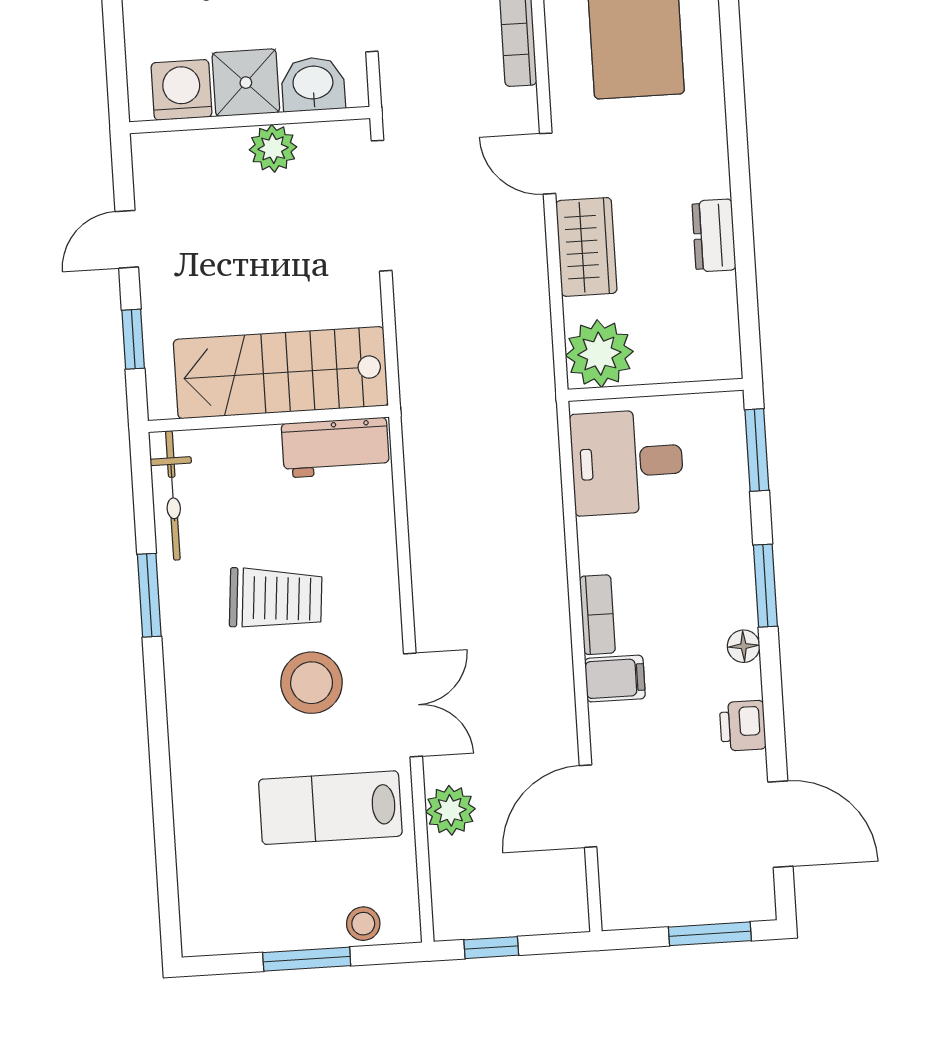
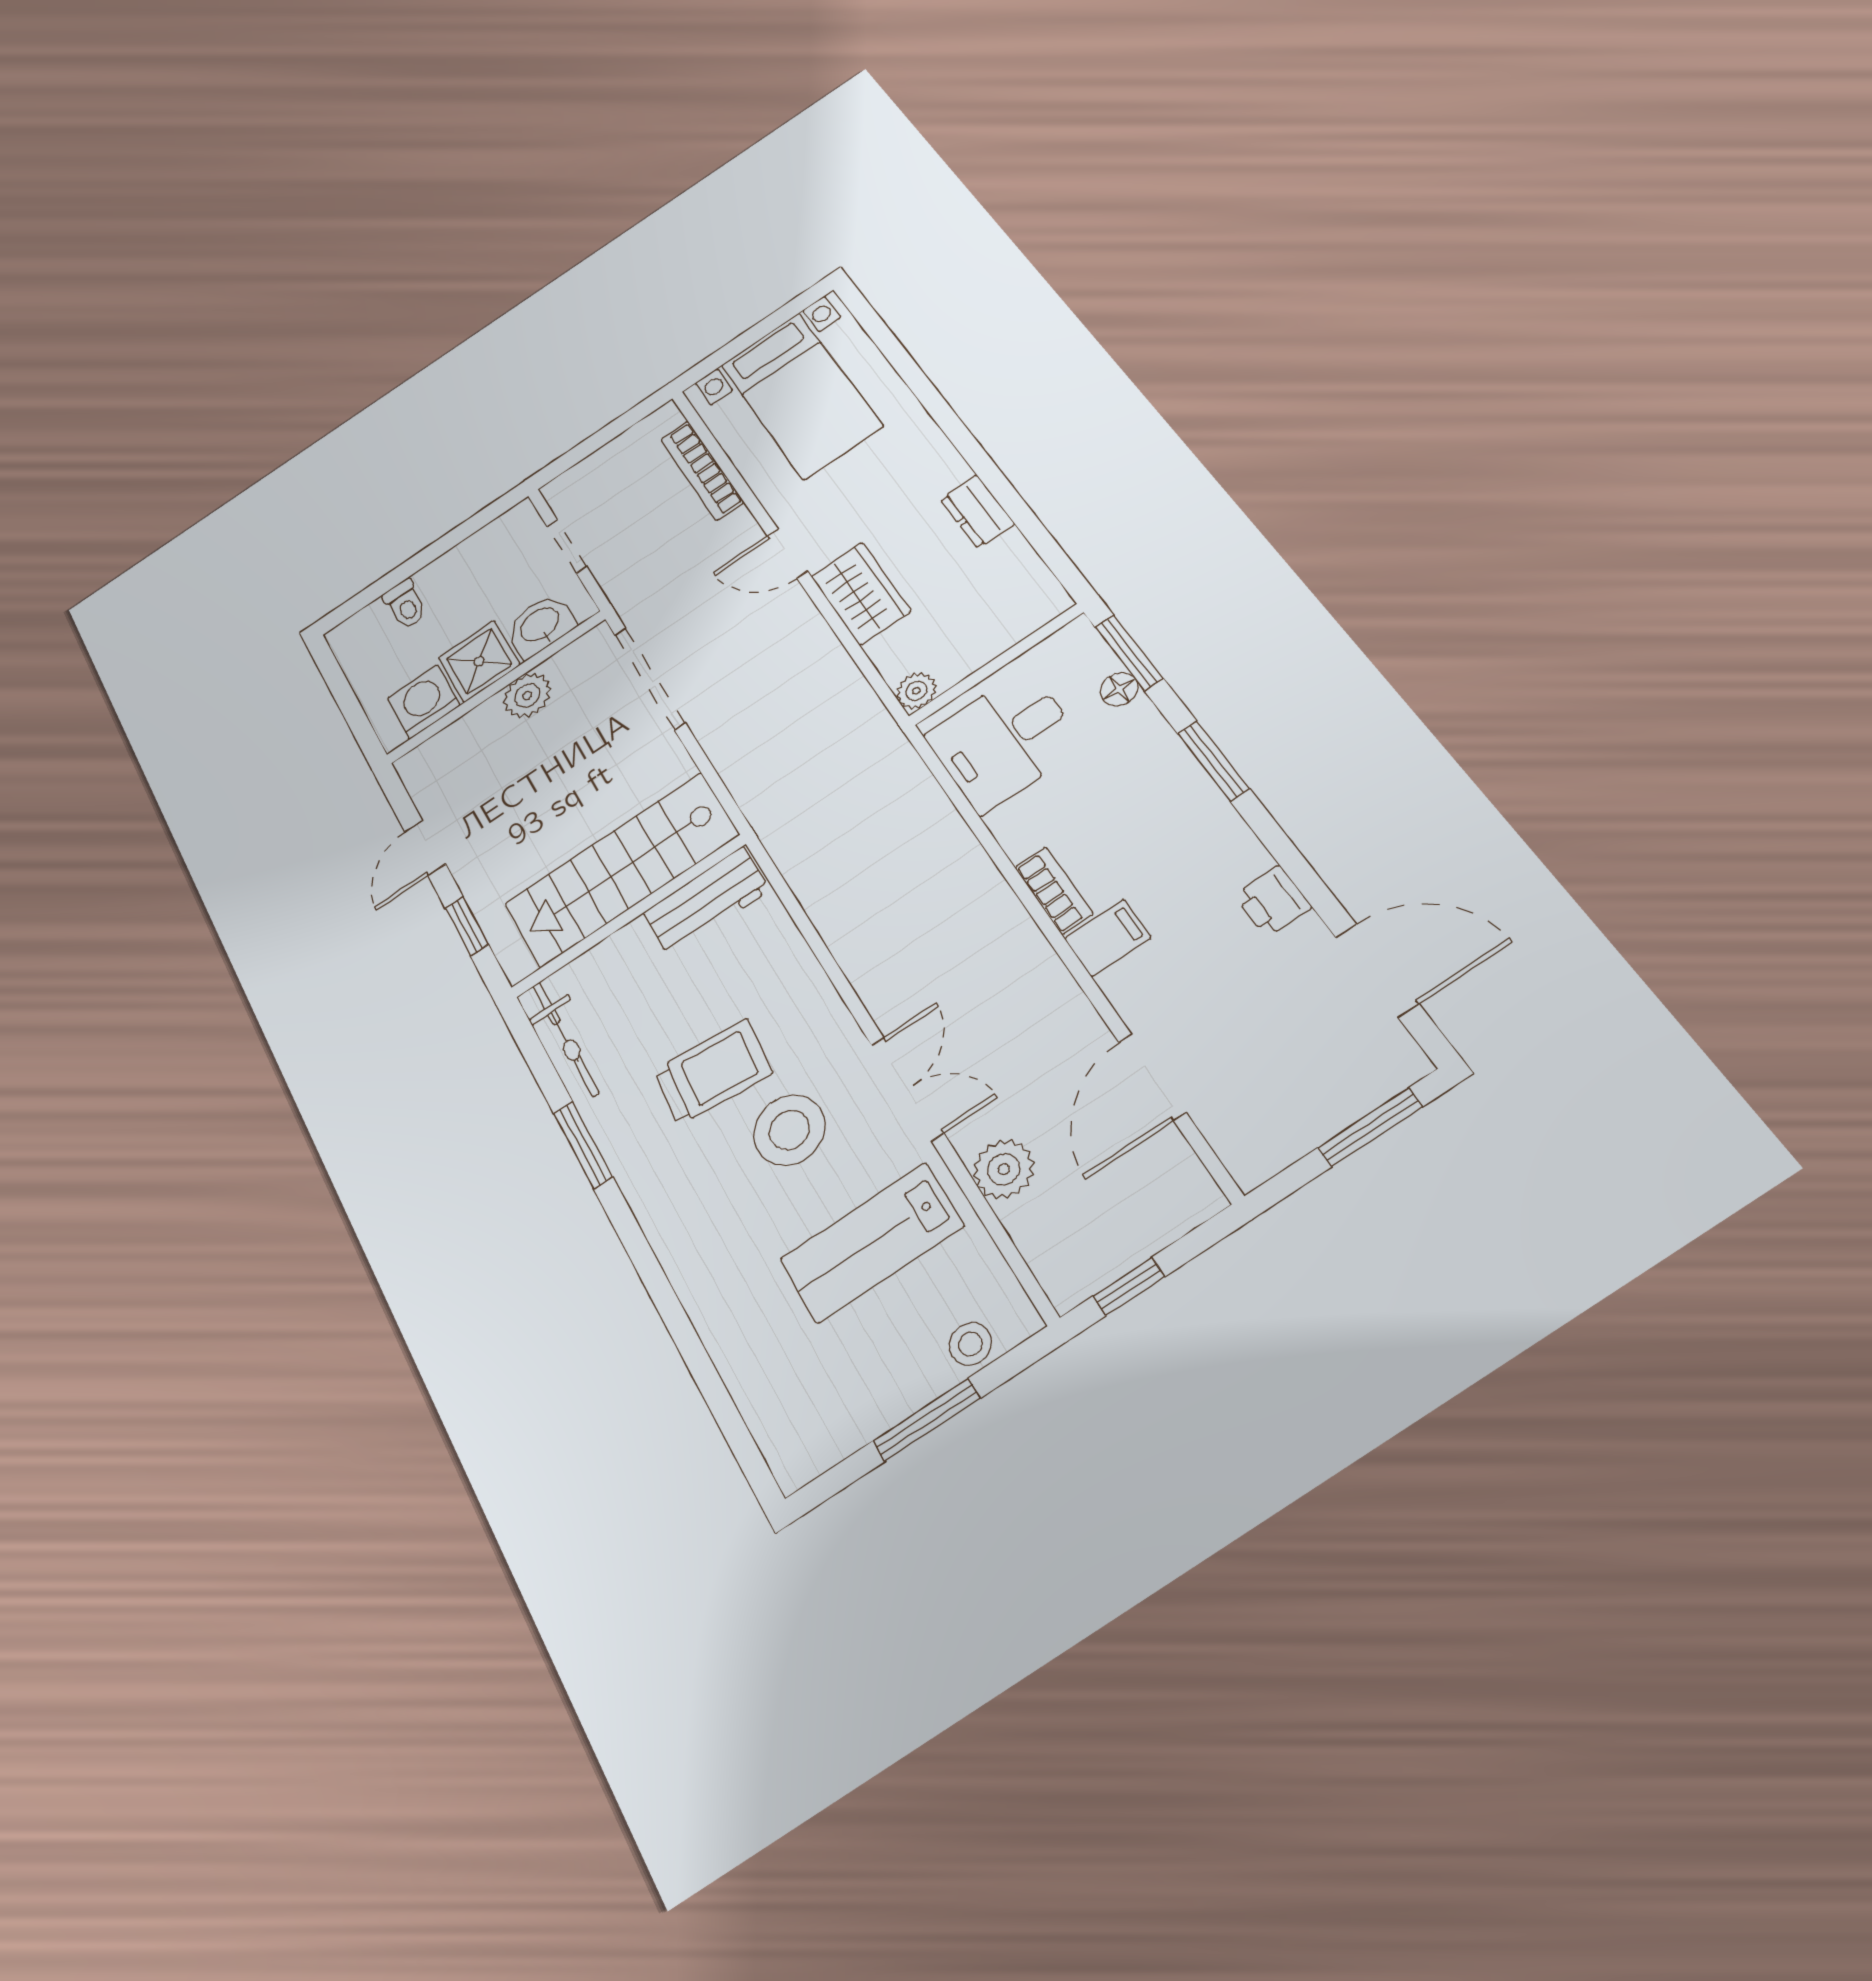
plant: (599, 354) -> (916, 691), width x0.53, depth x0.53
floor lamp: (744, 646) -> (1119, 689), moved

